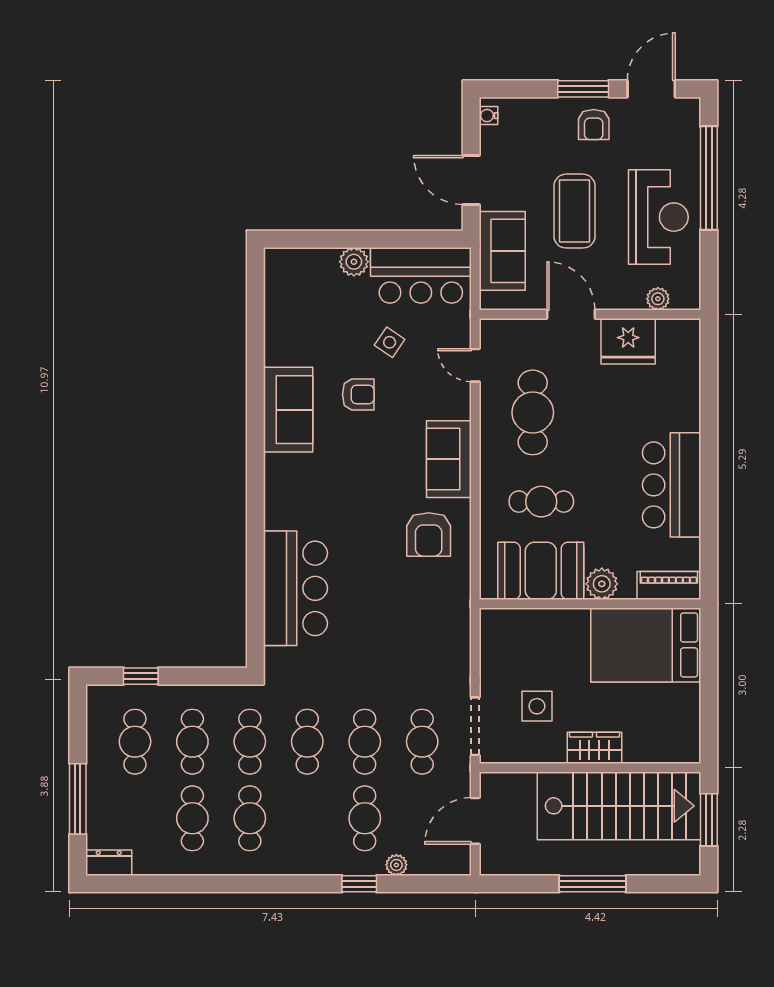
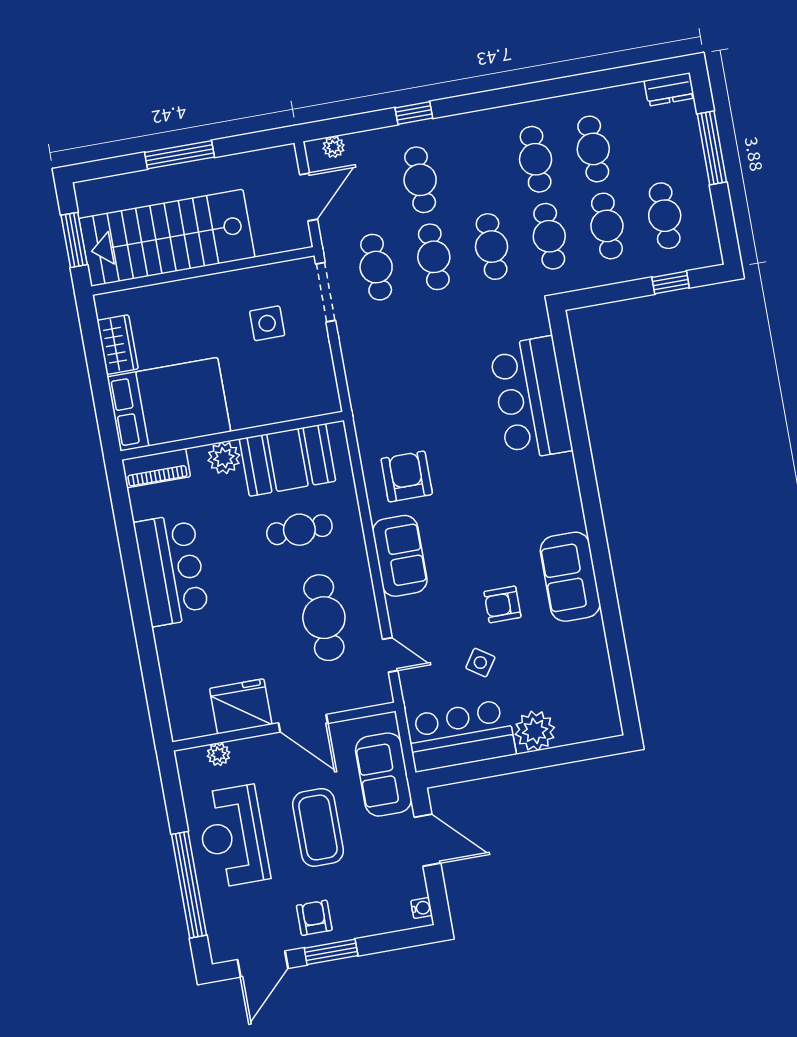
plant: (354, 262) -> (535, 731), width x1.36, depth x1.36
wardrobe: (594, 748) -> (118, 345), moved, turned -90
plant: (396, 865) -> (334, 147), moved

